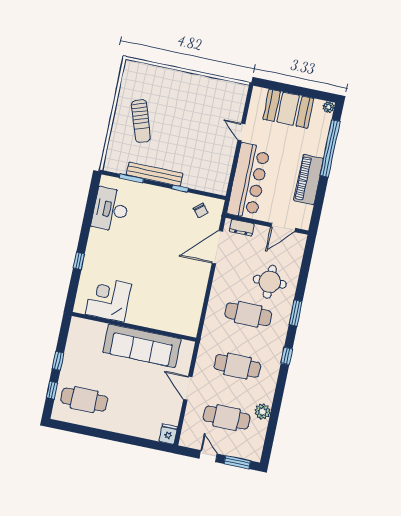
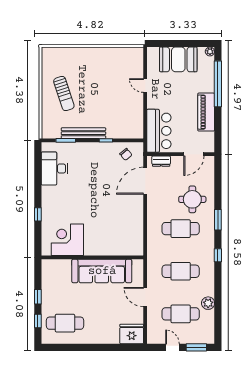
bar counter: (249, 181) -> (159, 131), width x0.73
fridge: (168, 434) -> (132, 334), width x1.88, depth x1.34

